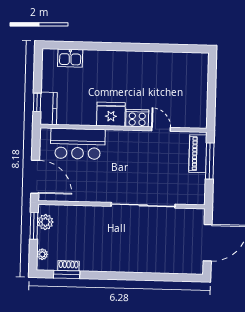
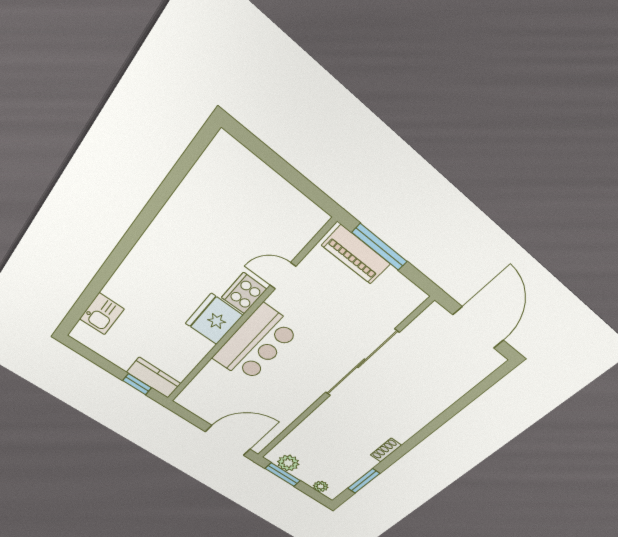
bar counter: (78, 144) -> (256, 344), moved
shoe rack: (69, 266) -> (386, 450), moved

